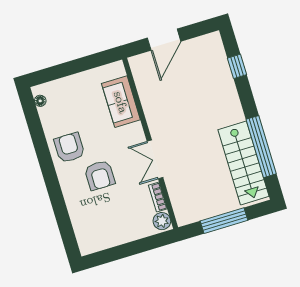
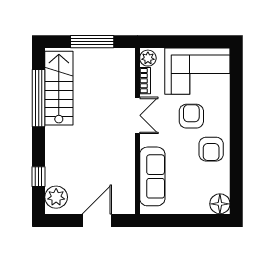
plant: (213, 51) -> (56, 197), added
floor lamp: (40, 101) -> (220, 204), width x1.89, depth x1.89
sofa: (121, 102) -> (152, 176), width x1.36
corner sofa: (107, 223) -> (197, 71), added

